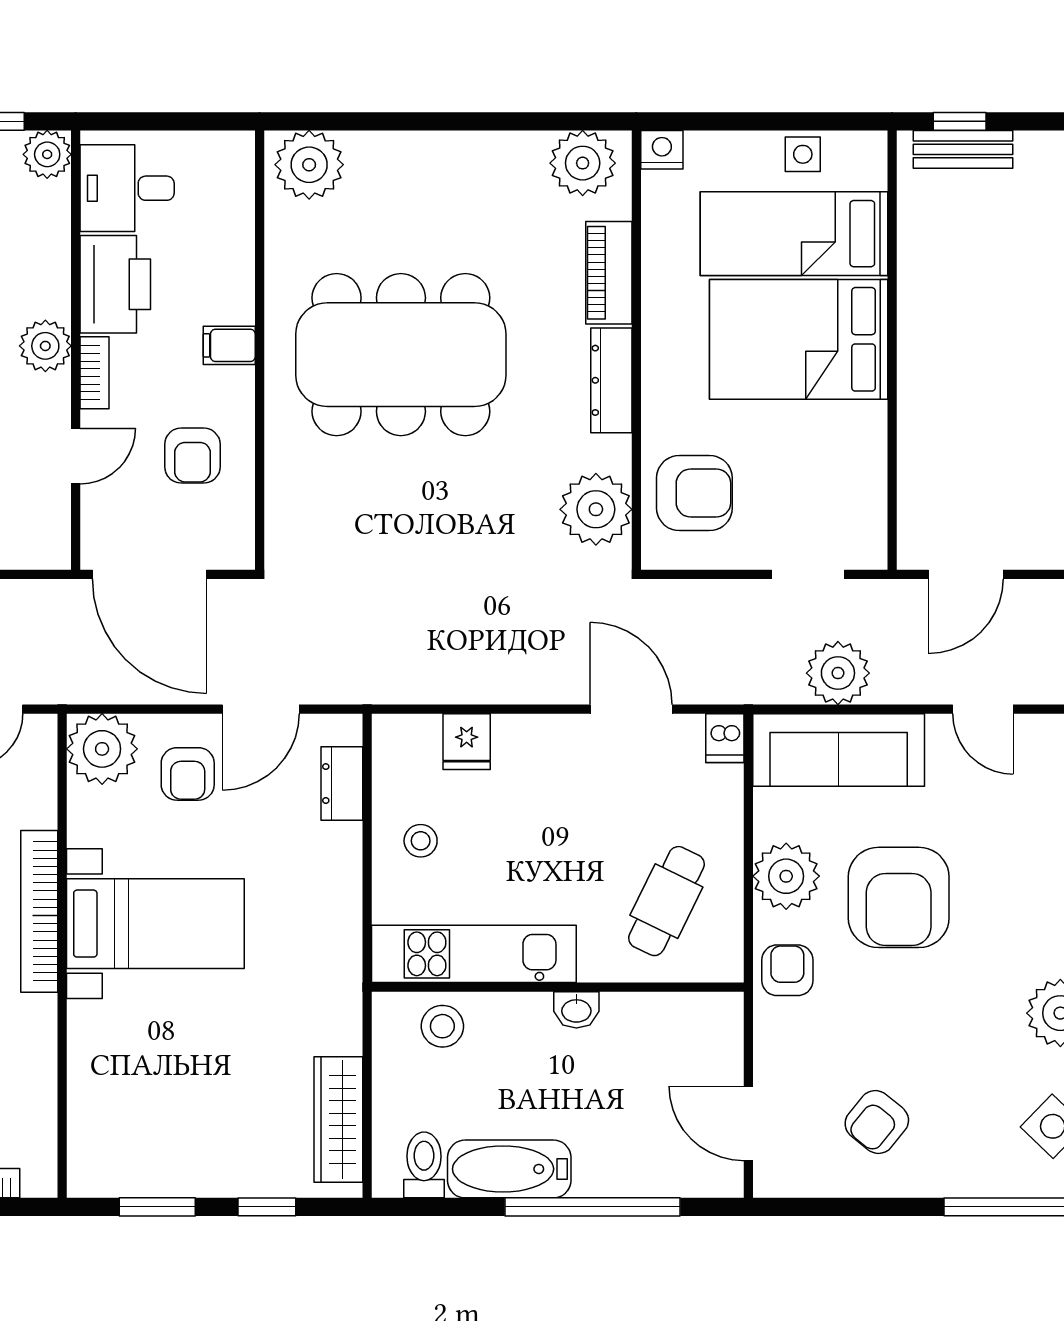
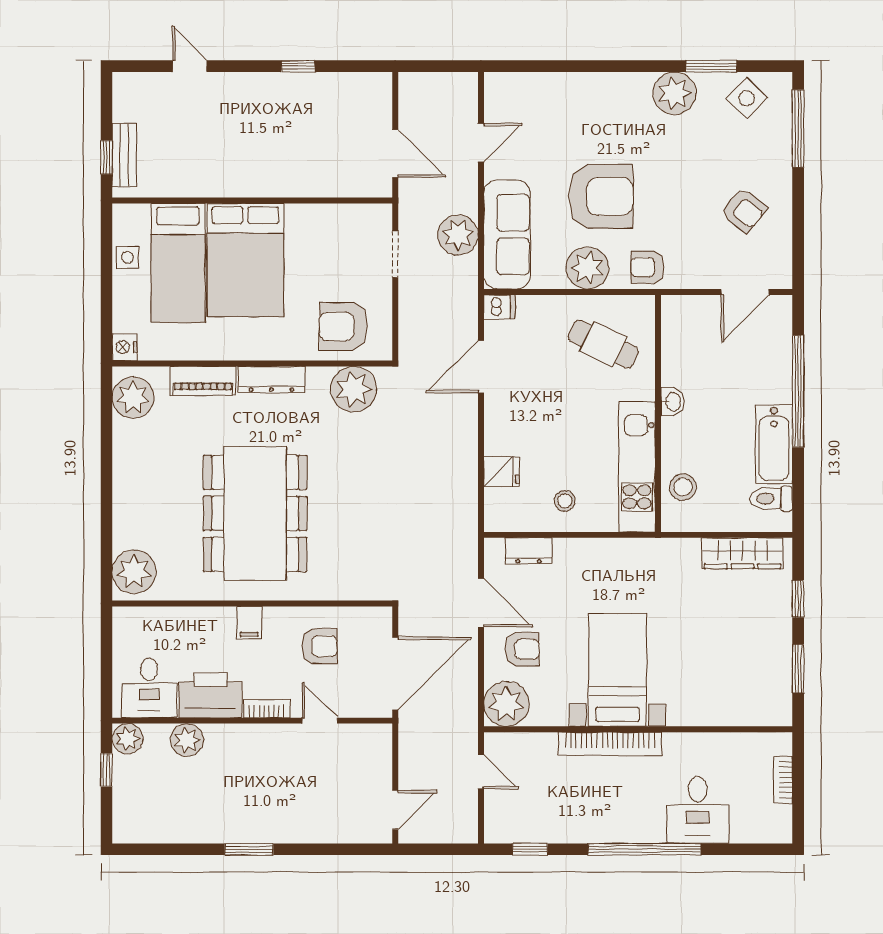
plant: (45, 346) -> (187, 740), moved
armchair: (694, 493) -> (343, 326), turned -90

